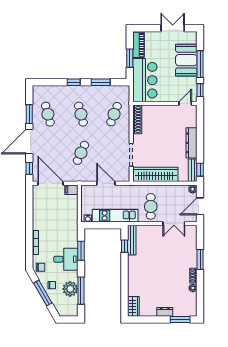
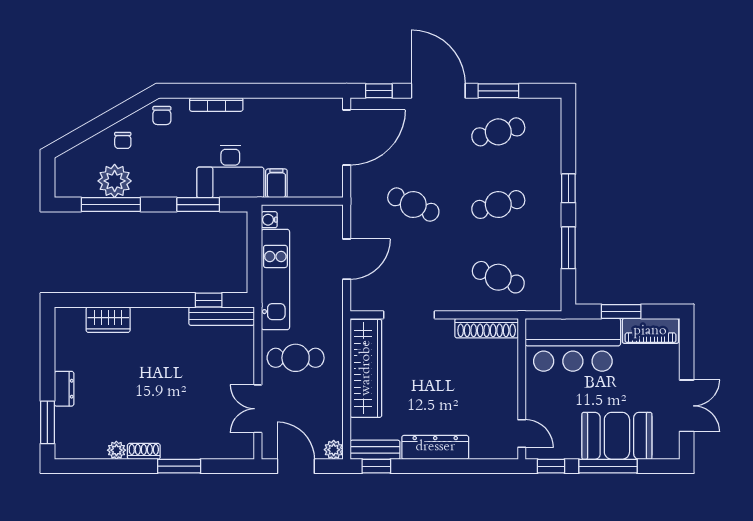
filing cabinet: (71, 190) -> (276, 183), moved
desk: (66, 259) -> (230, 171), moved, width x1.37
window: (43, 293) -> (105, 121), removed
wardrobe: (133, 306) -> (108, 320), moved

